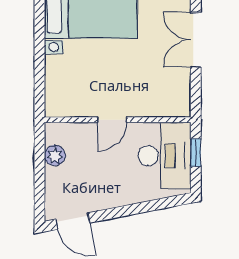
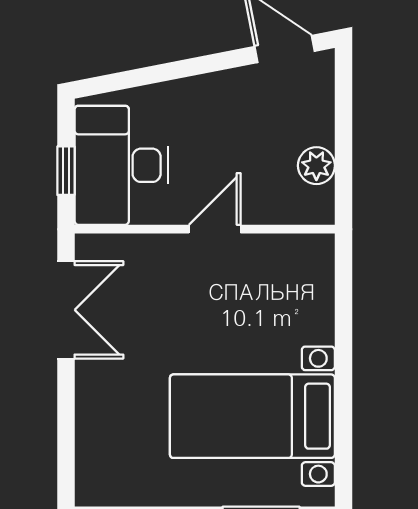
double door: (196, 40) -> (66, 310), moved

